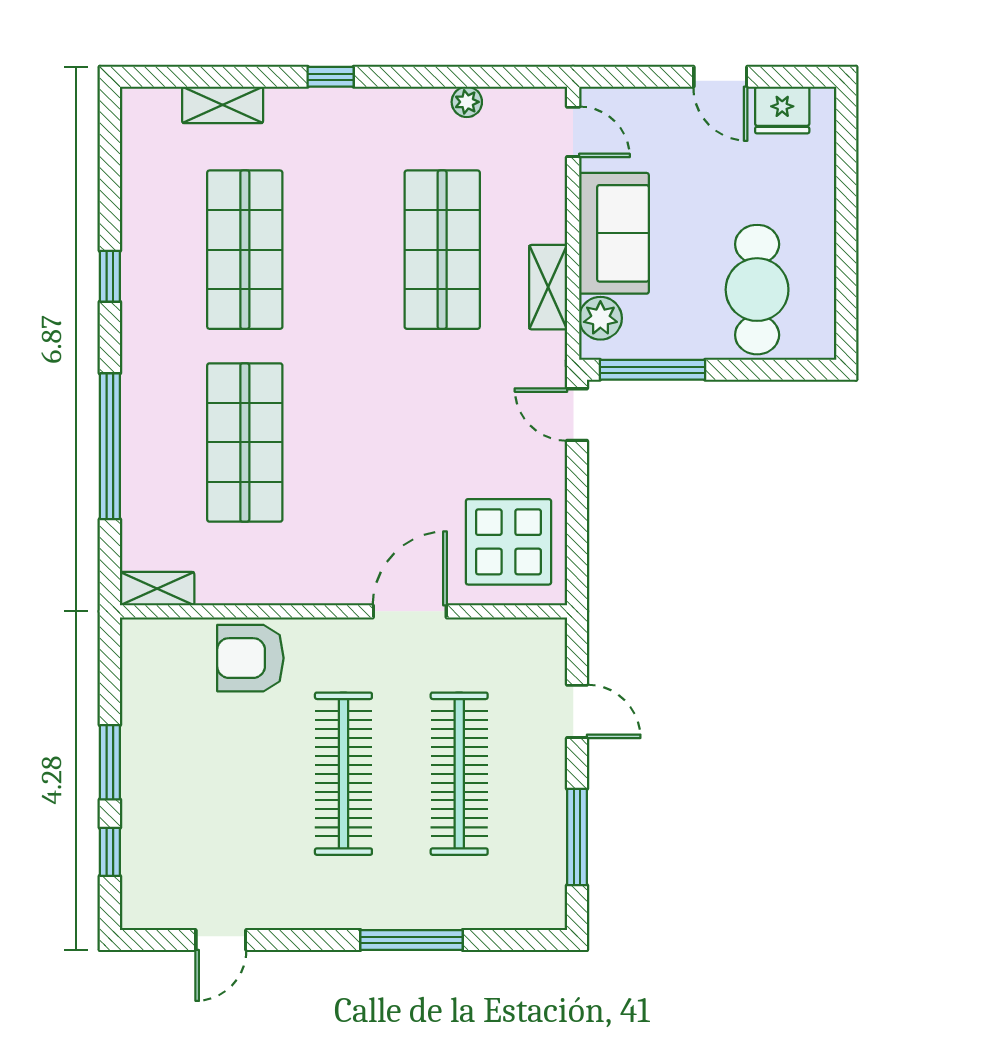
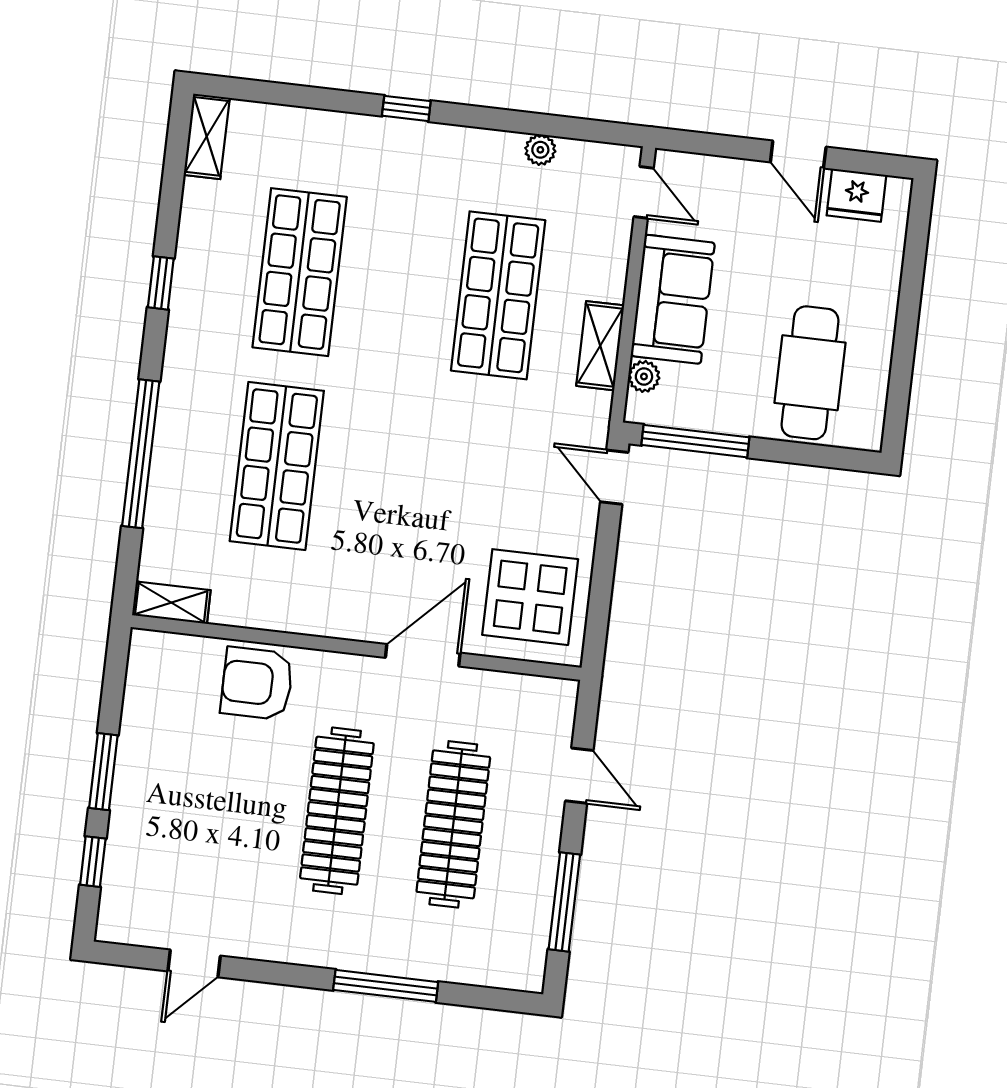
shelving: (223, 105) -> (207, 136), moved, turned 90
plant: (600, 318) -> (644, 376), width x0.73, depth x0.73

